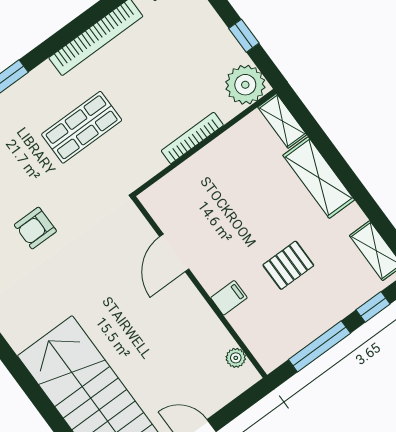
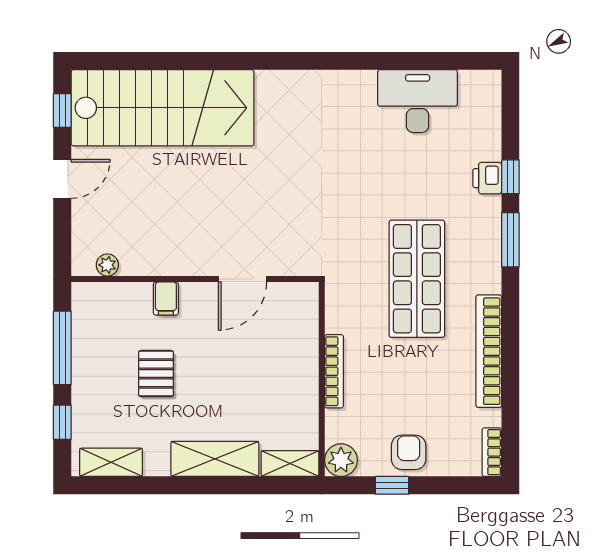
plant: (245, 85) -> (341, 460), width x0.73, depth x0.73
shop shelf: (82, 127) -> (417, 279), width x1.43, depth x1.36
armchair: (35, 228) -> (409, 452), moved
door: (174, 253) -> (243, 279), swing flipped

